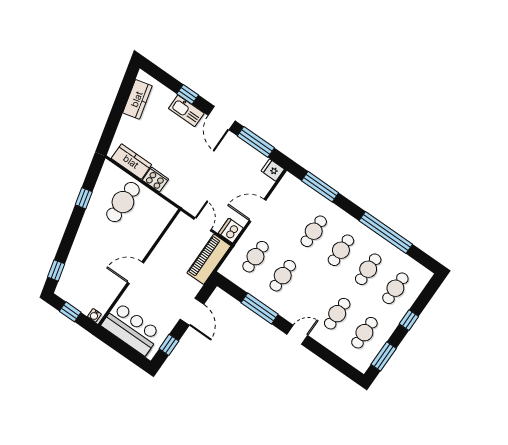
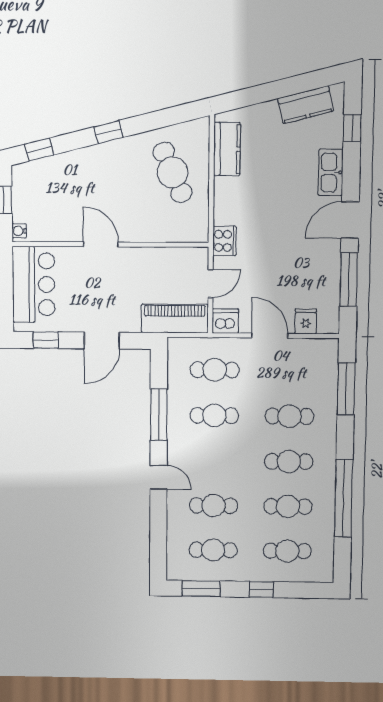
window: (188, 94) -> (352, 128), moved
fridge: (273, 170) -> (306, 321), moved
cooker: (155, 180) -> (224, 241), moved
window: (84, 198) -> (108, 132), moved
cafe table: (123, 202) -> (173, 172), turned 66

